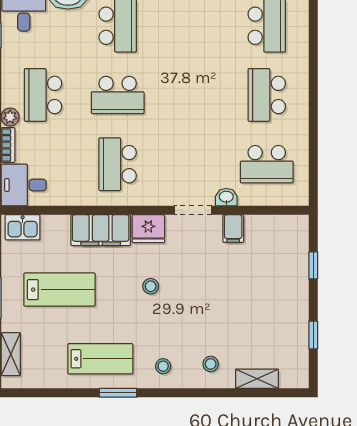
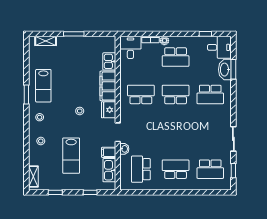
school desk: (43, 95) -> (176, 57), turned 180
school desk: (118, 95) -> (176, 94), turned 90
kitchen sink: (23, 227) -> (109, 61), moved
kitchen sink: (269, 227) -> (109, 170), added
lab bench: (59, 290) -> (71, 156), moved
shelving: (257, 379) -> (33, 176), moved

